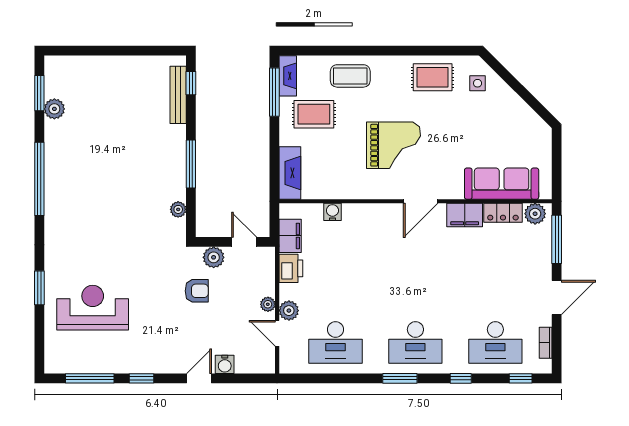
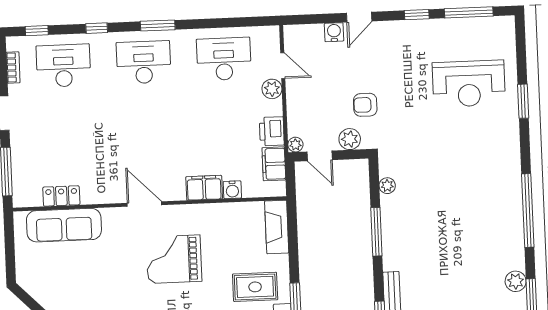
door: (421, 201) -> (144, 204), hinge flipped
plant: (535, 214) -> (29, 196), removed
filing cabinet: (465, 215) -> (204, 188), moved
plant: (268, 304) -> (295, 145), moved

